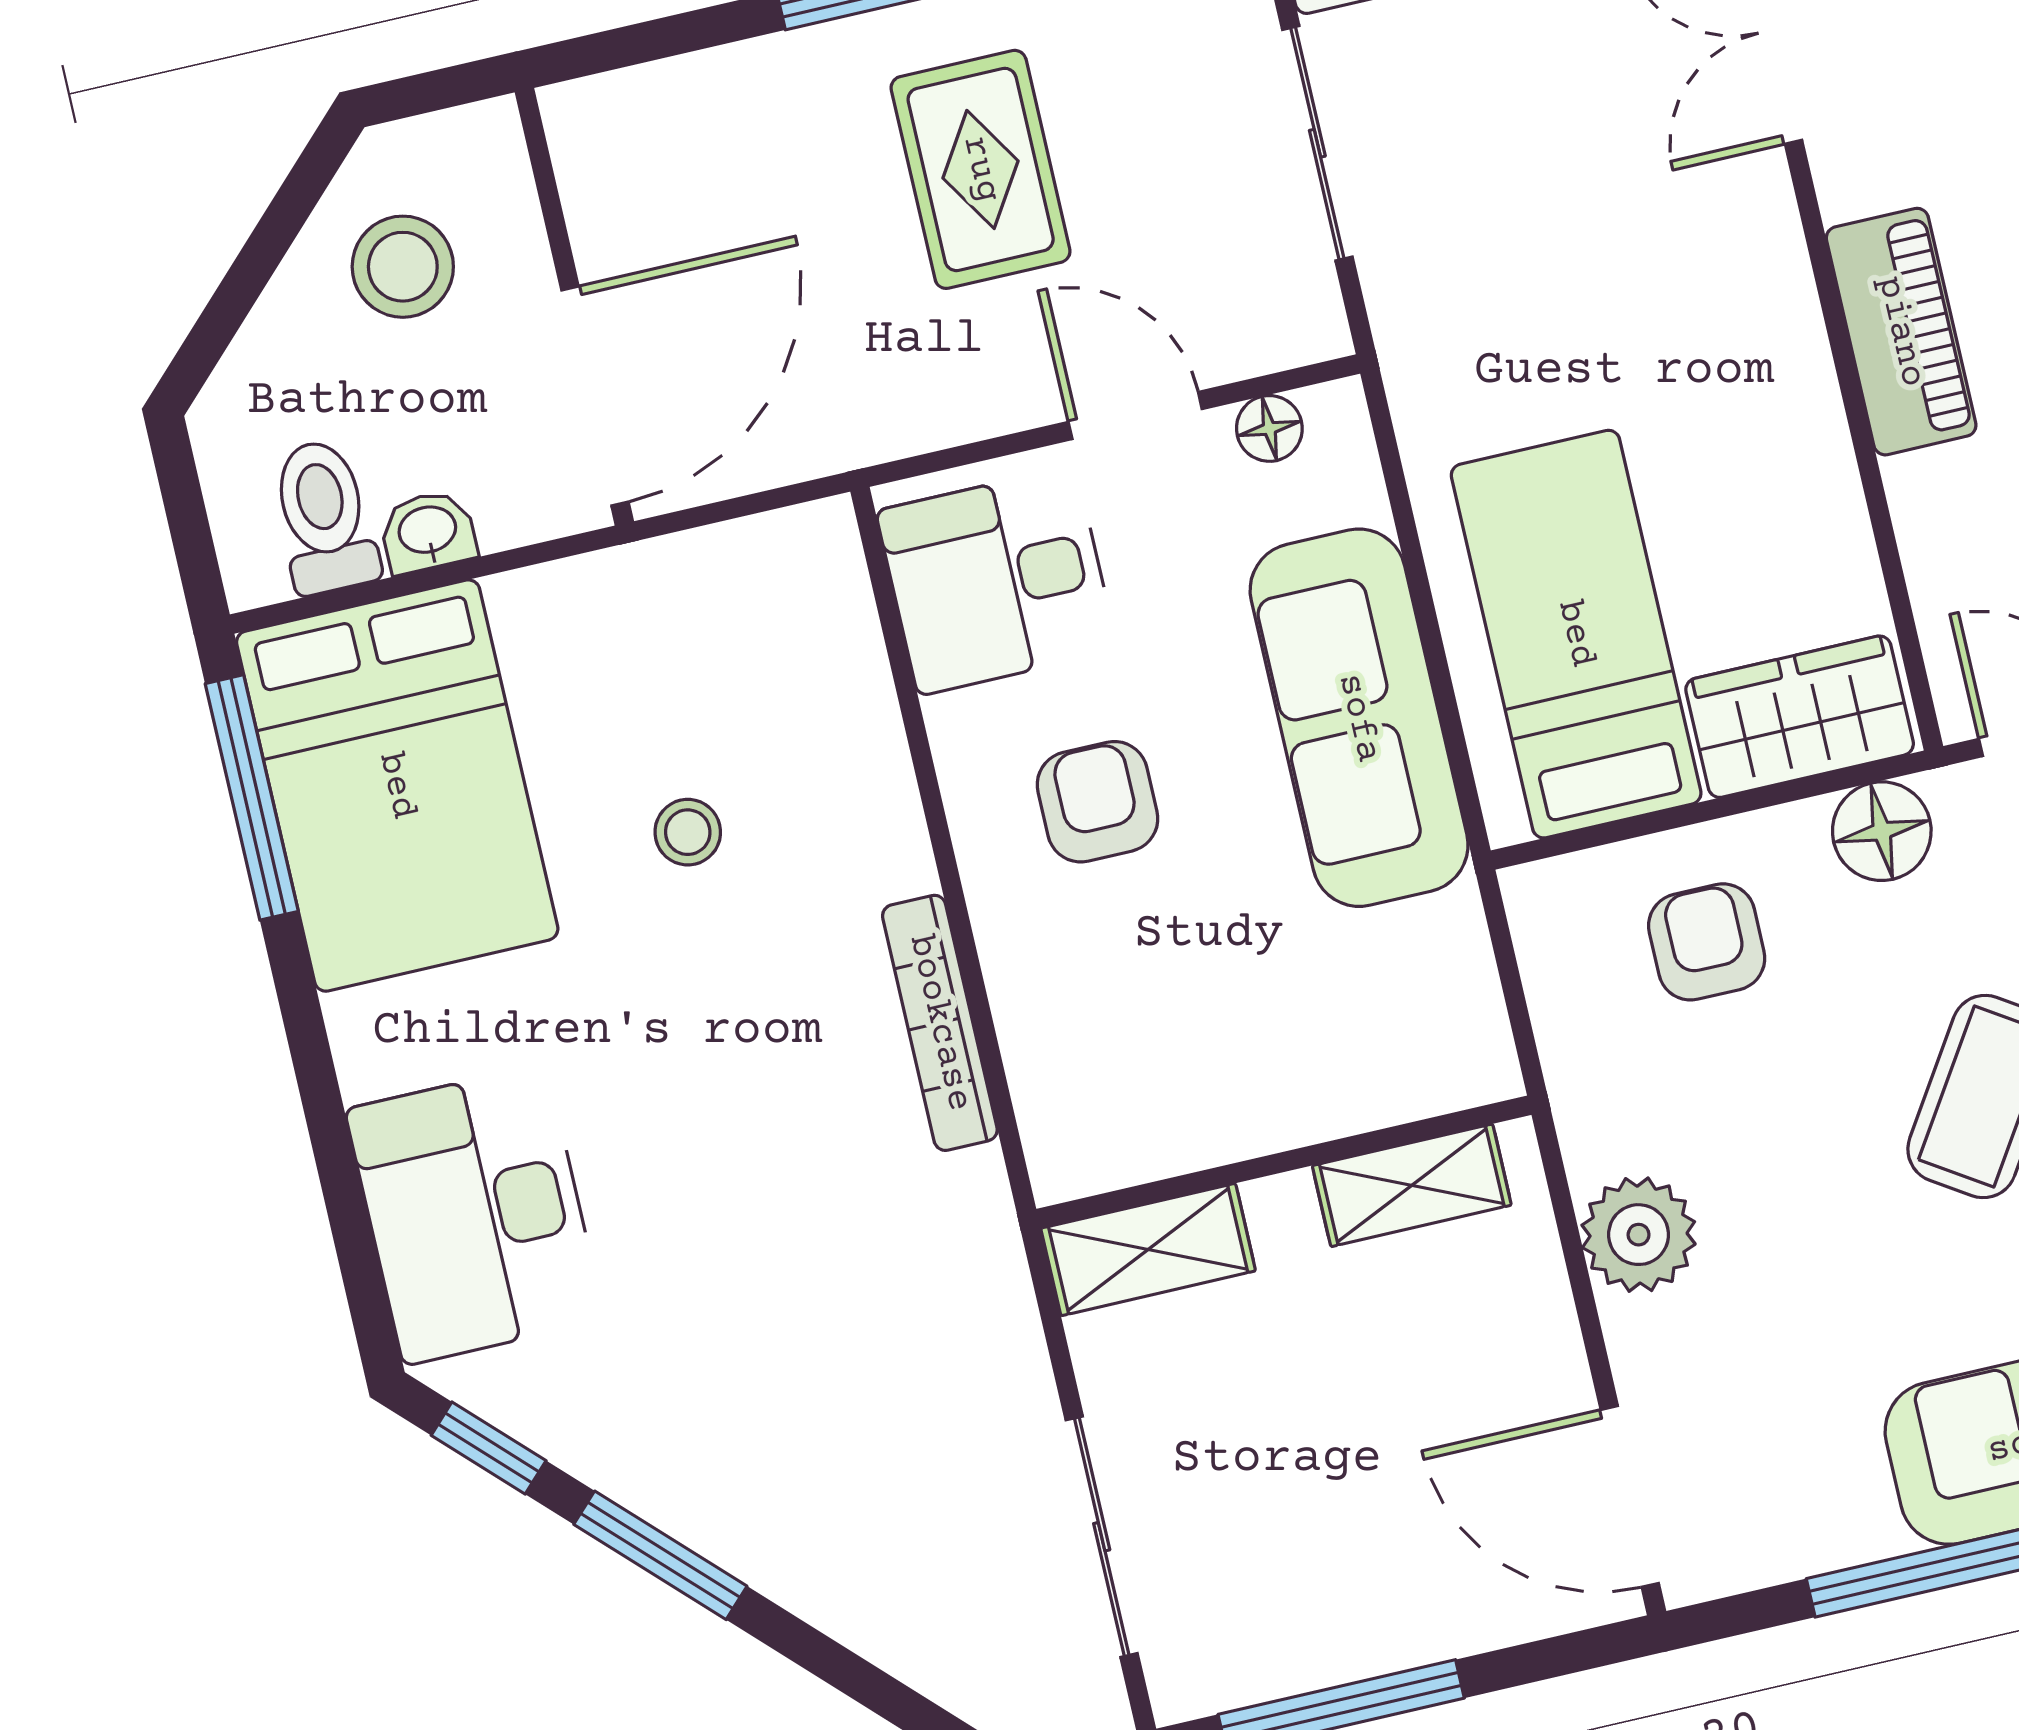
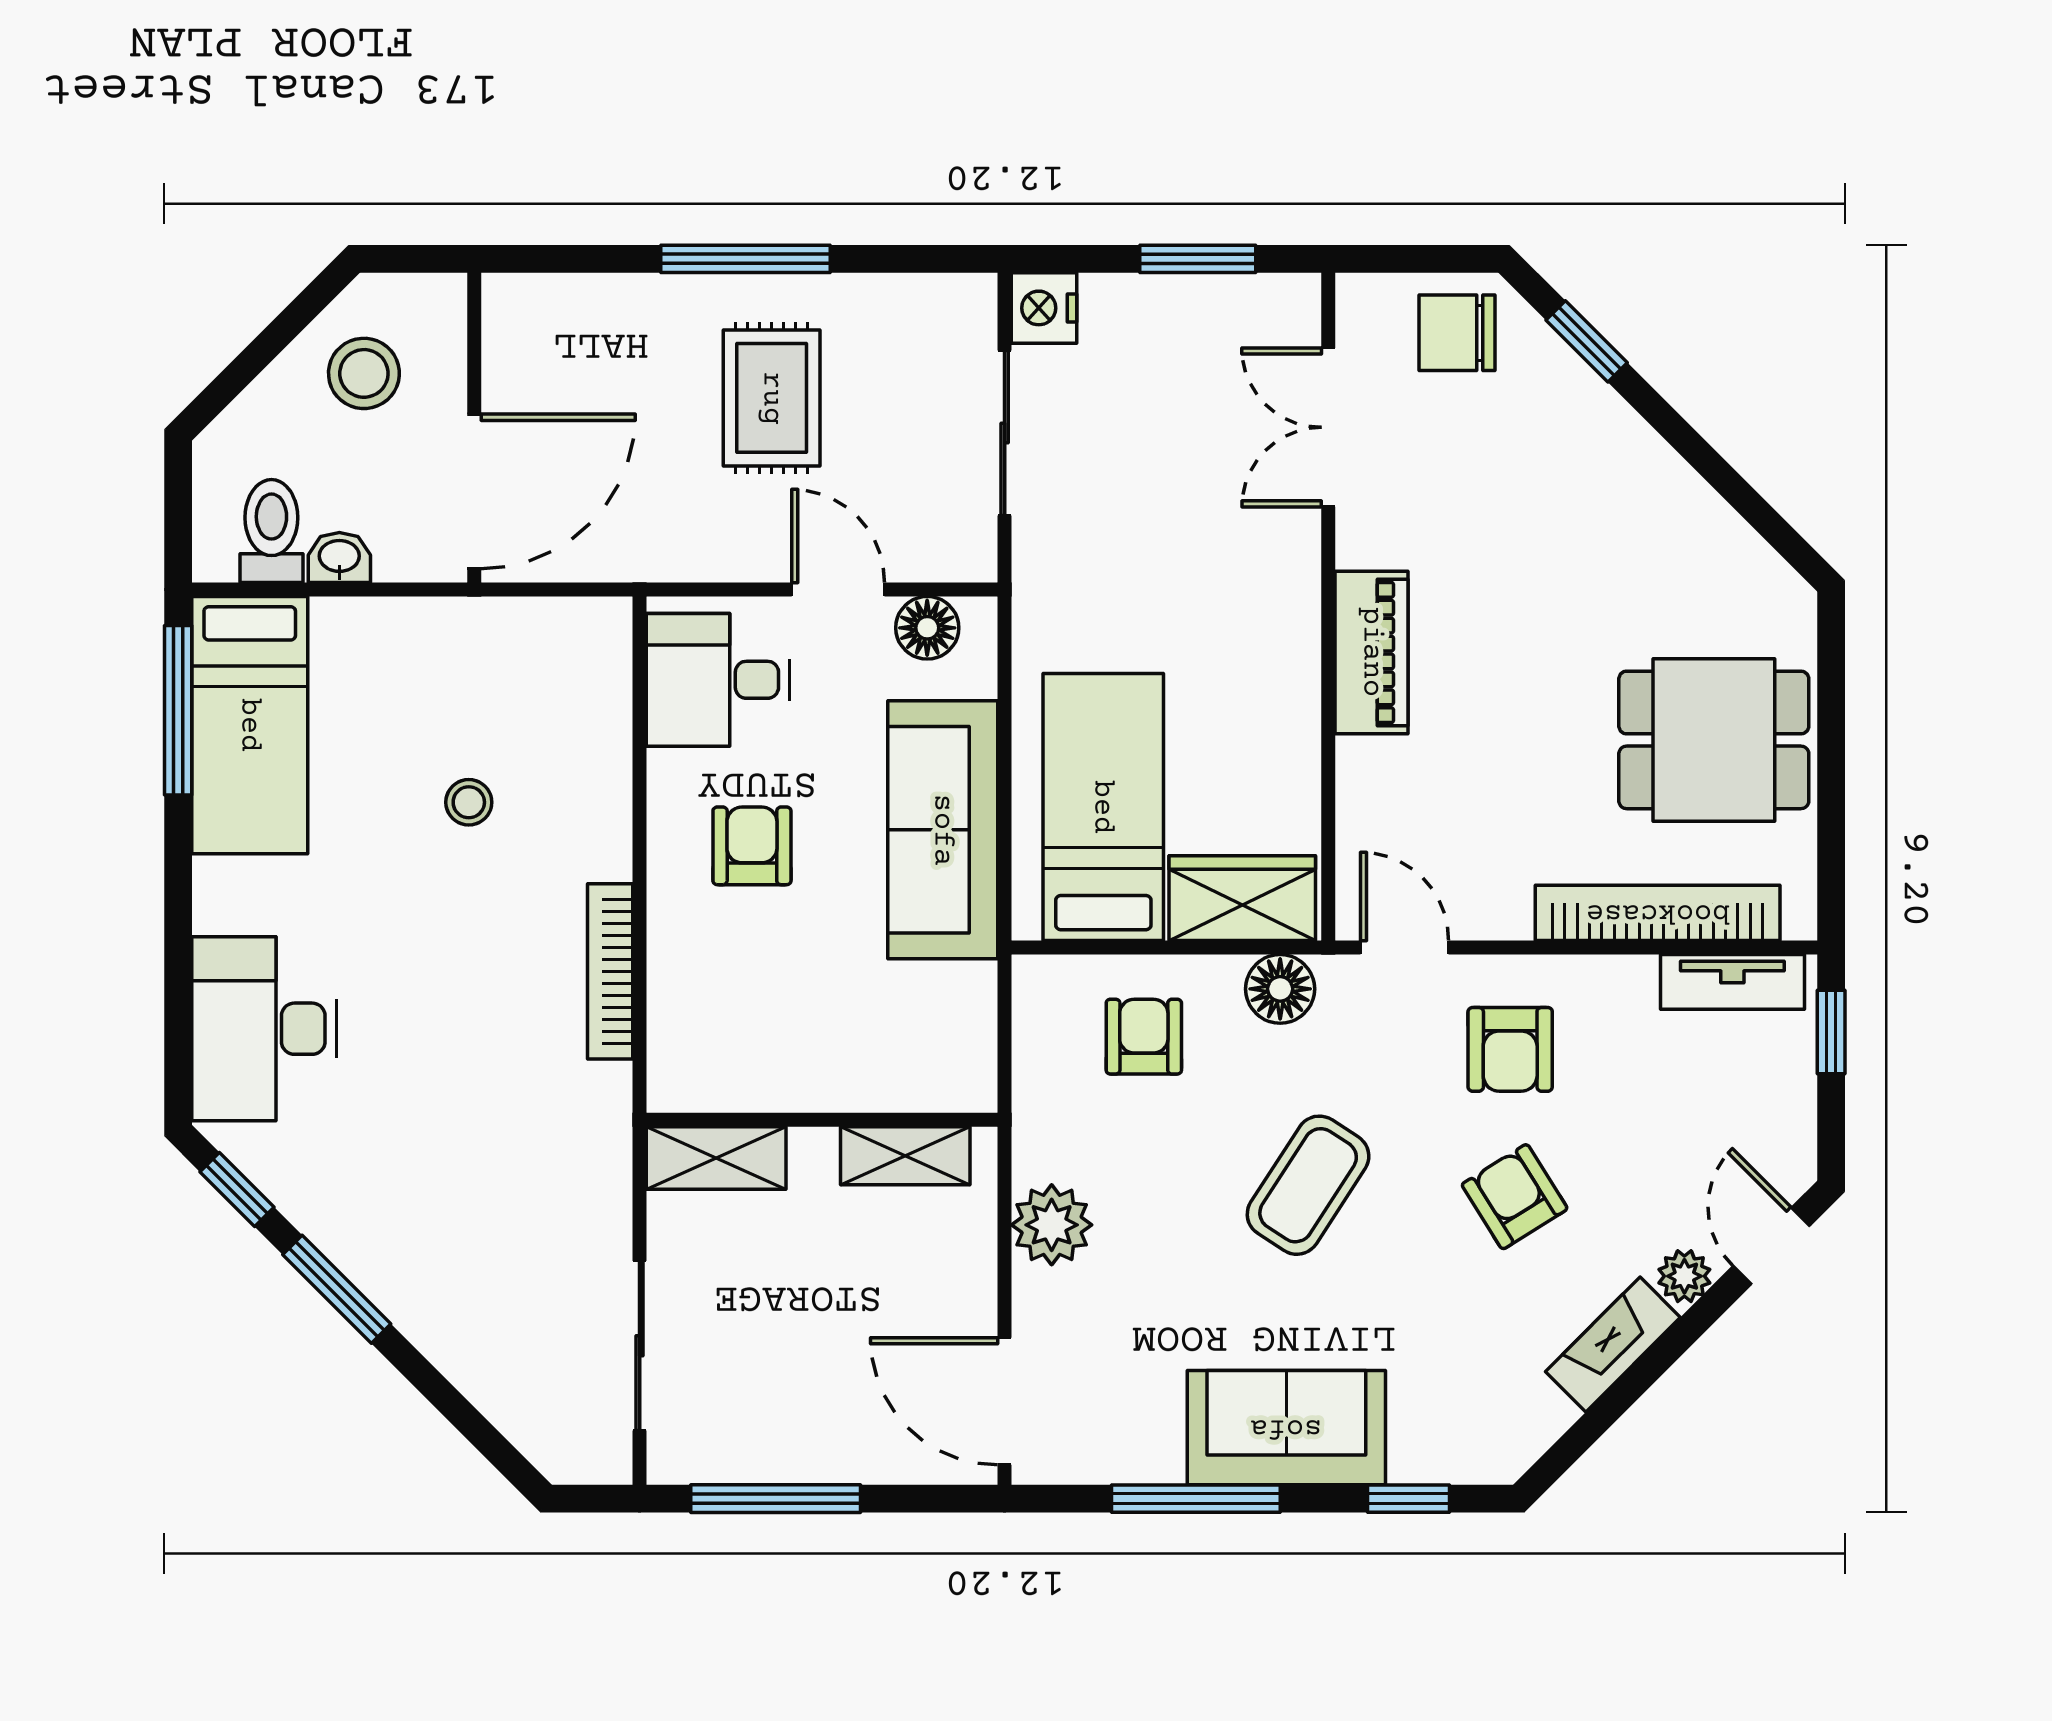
floor lamp: (1269, 428) -> (927, 628), width x1.37, depth x1.37
bed: (397, 786) -> (250, 725), width x0.67

